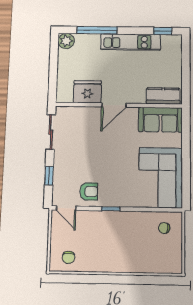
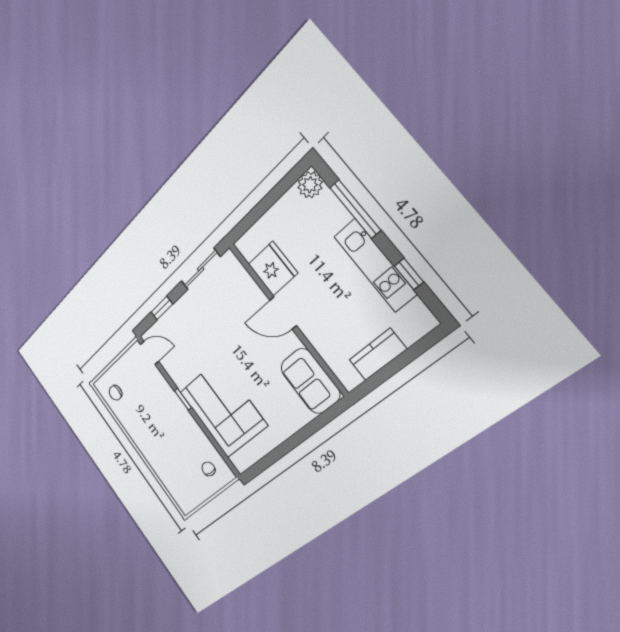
window: (163, 31) -> (409, 274), moved
kitchen counter: (163, 96) -> (378, 354), moved, turned -90
corner sofa: (161, 178) -> (223, 409), moved, turned 90
armchair: (89, 191) -> (180, 363), removed
door: (66, 208) -> (149, 353), swing flipped

